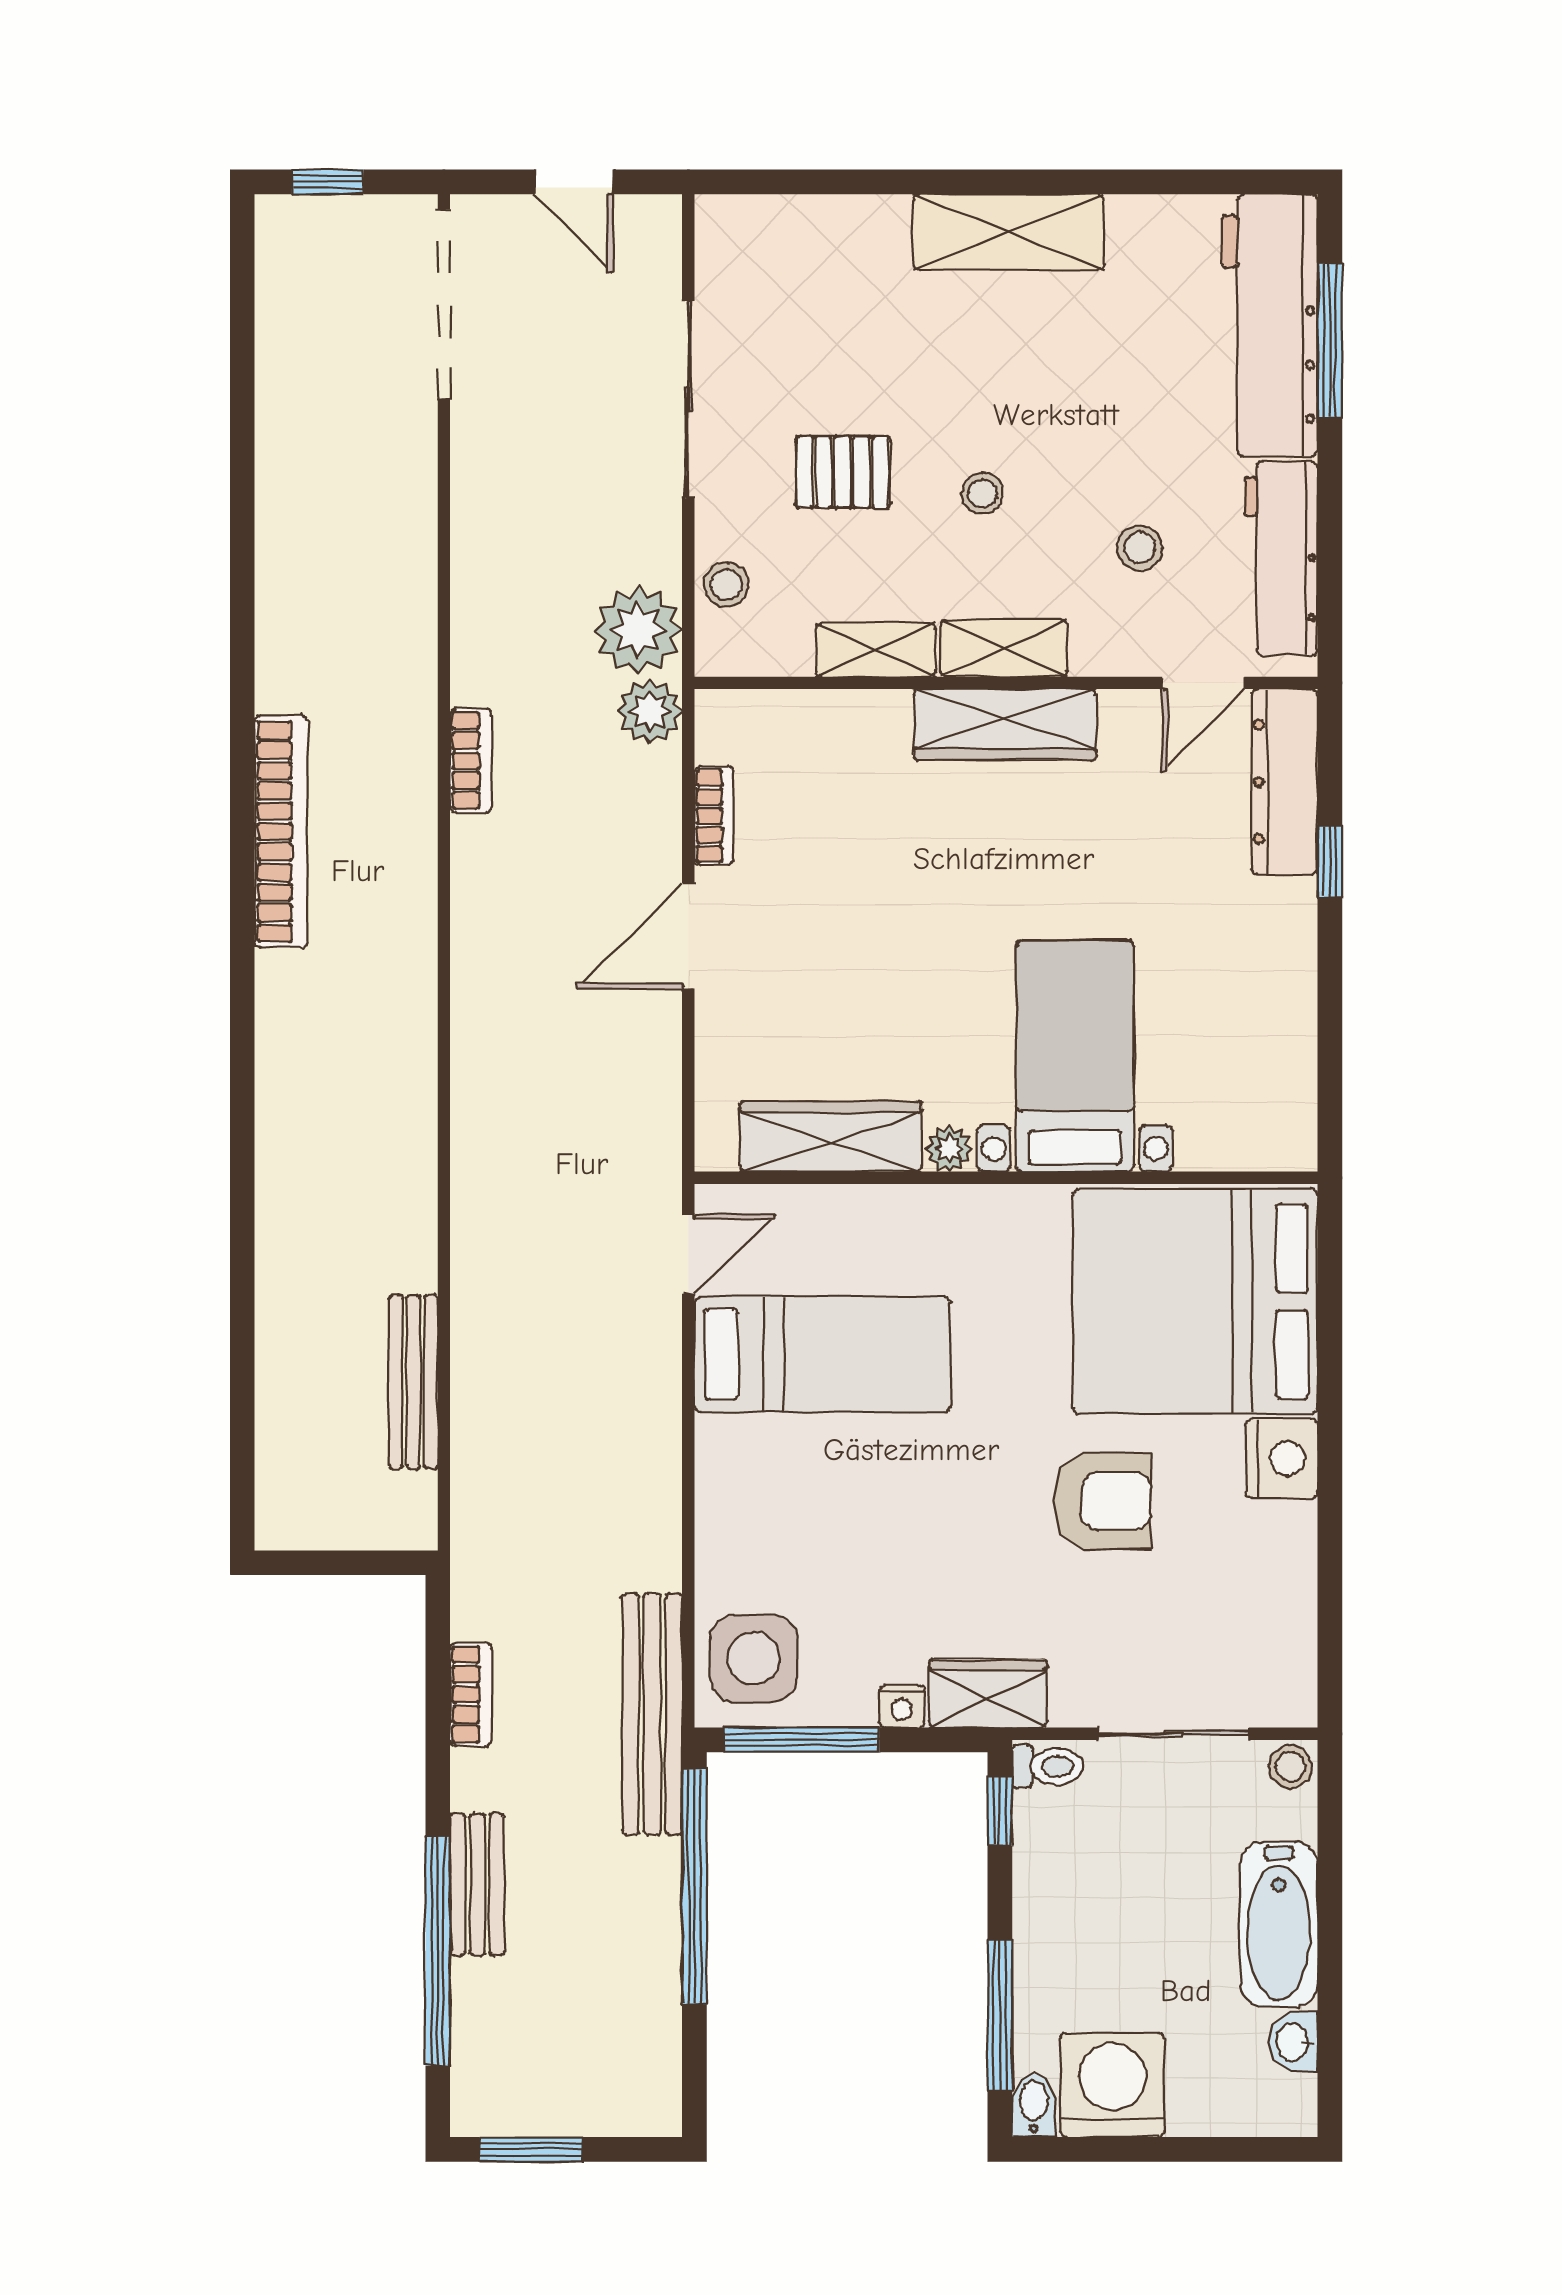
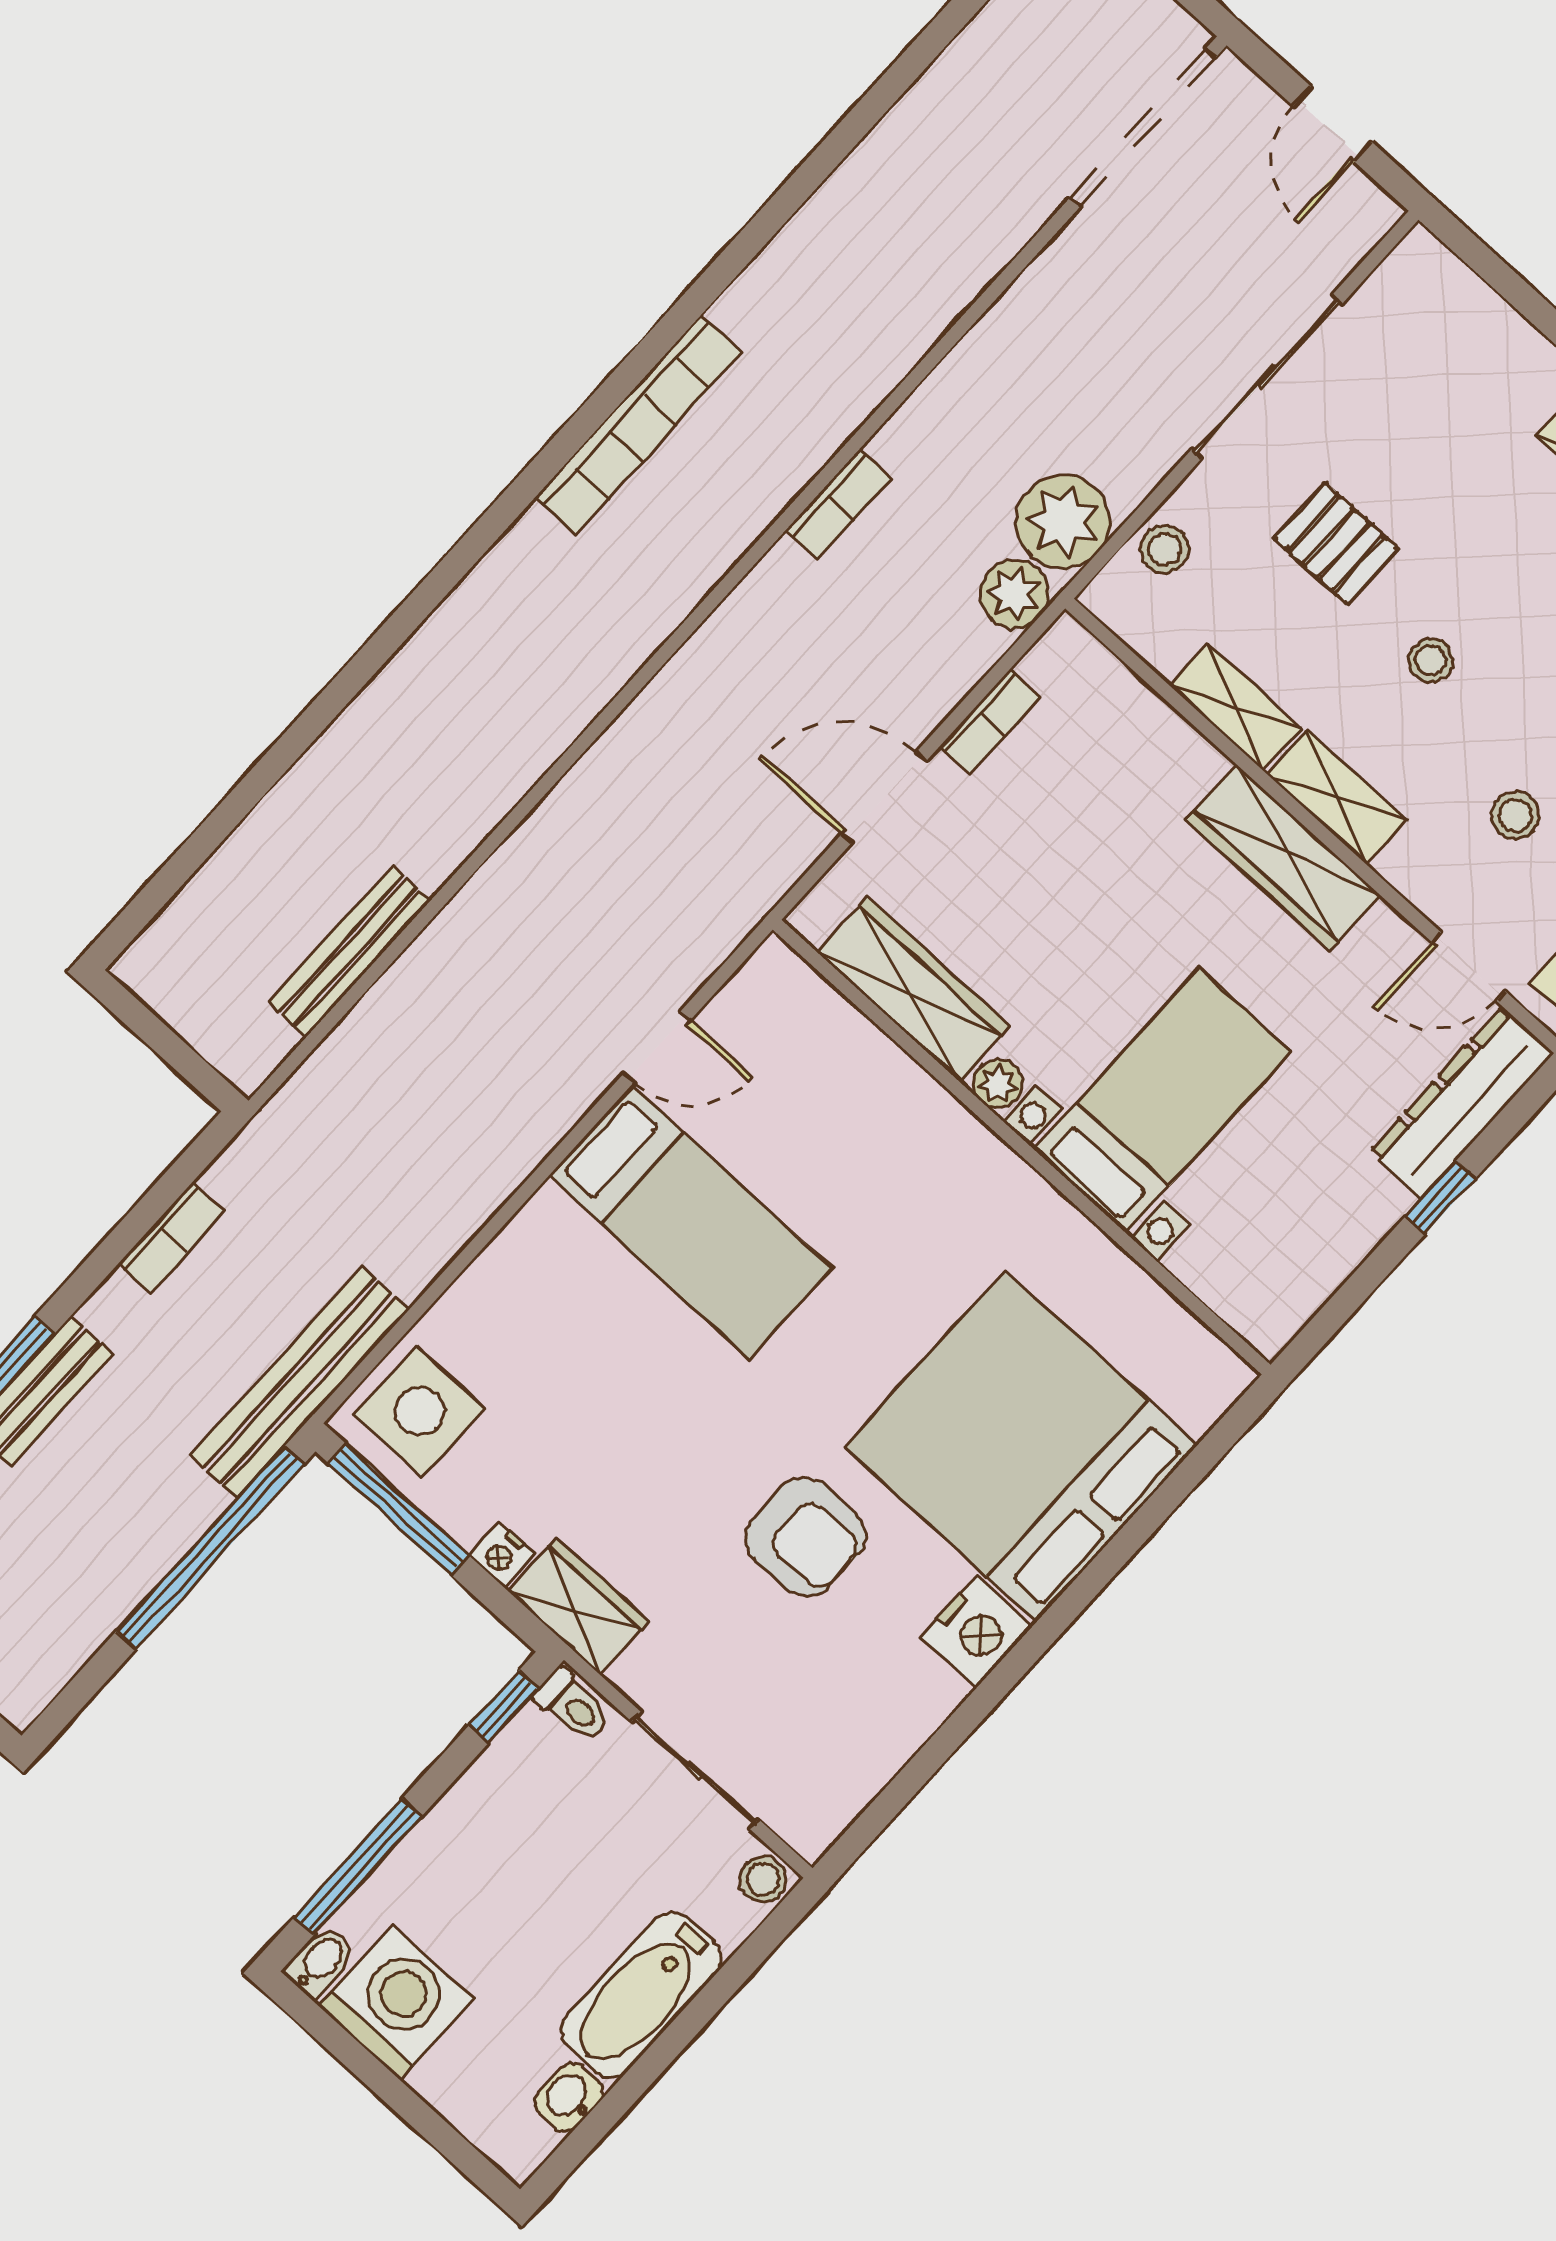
bed with nightstands: (1075, 1056) -> (1163, 1101), moved
wardrobe: (831, 1137) -> (914, 990), moved
plant: (949, 1149) -> (998, 1084), moved
wall: (1006, 1178) -> (1022, 1147), moved

